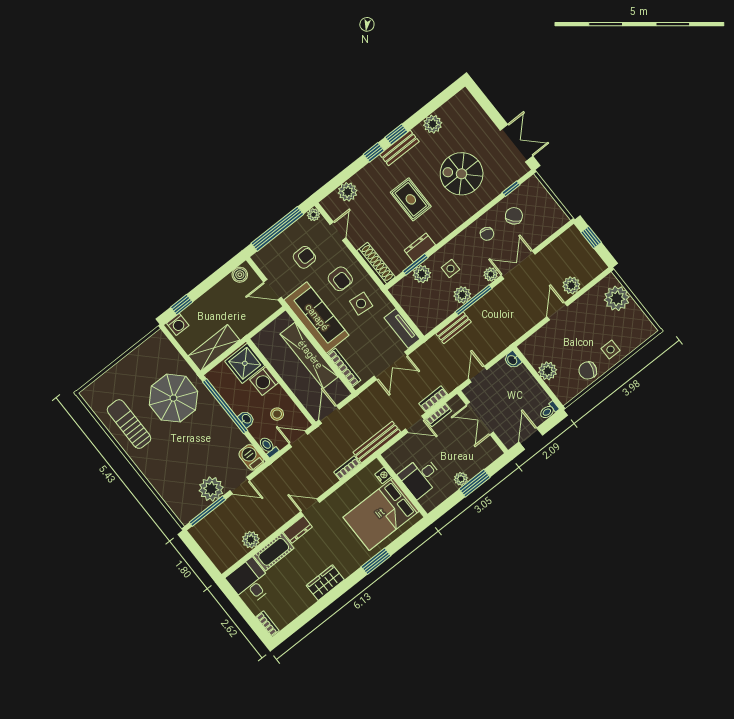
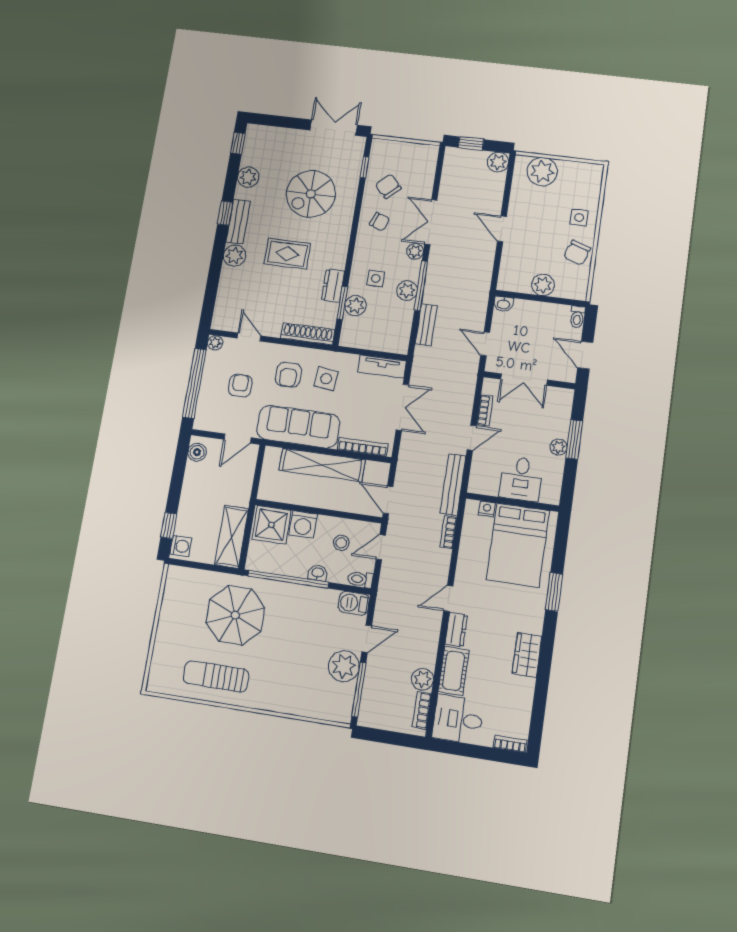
window: (374, 152) -> (238, 143), moved
plant: (348, 192) -> (235, 256), moved
armchair: (340, 279) -> (288, 375), turned 90
plant: (571, 285) -> (498, 162), moved
bookcase: (433, 399) -> (422, 710), moved

